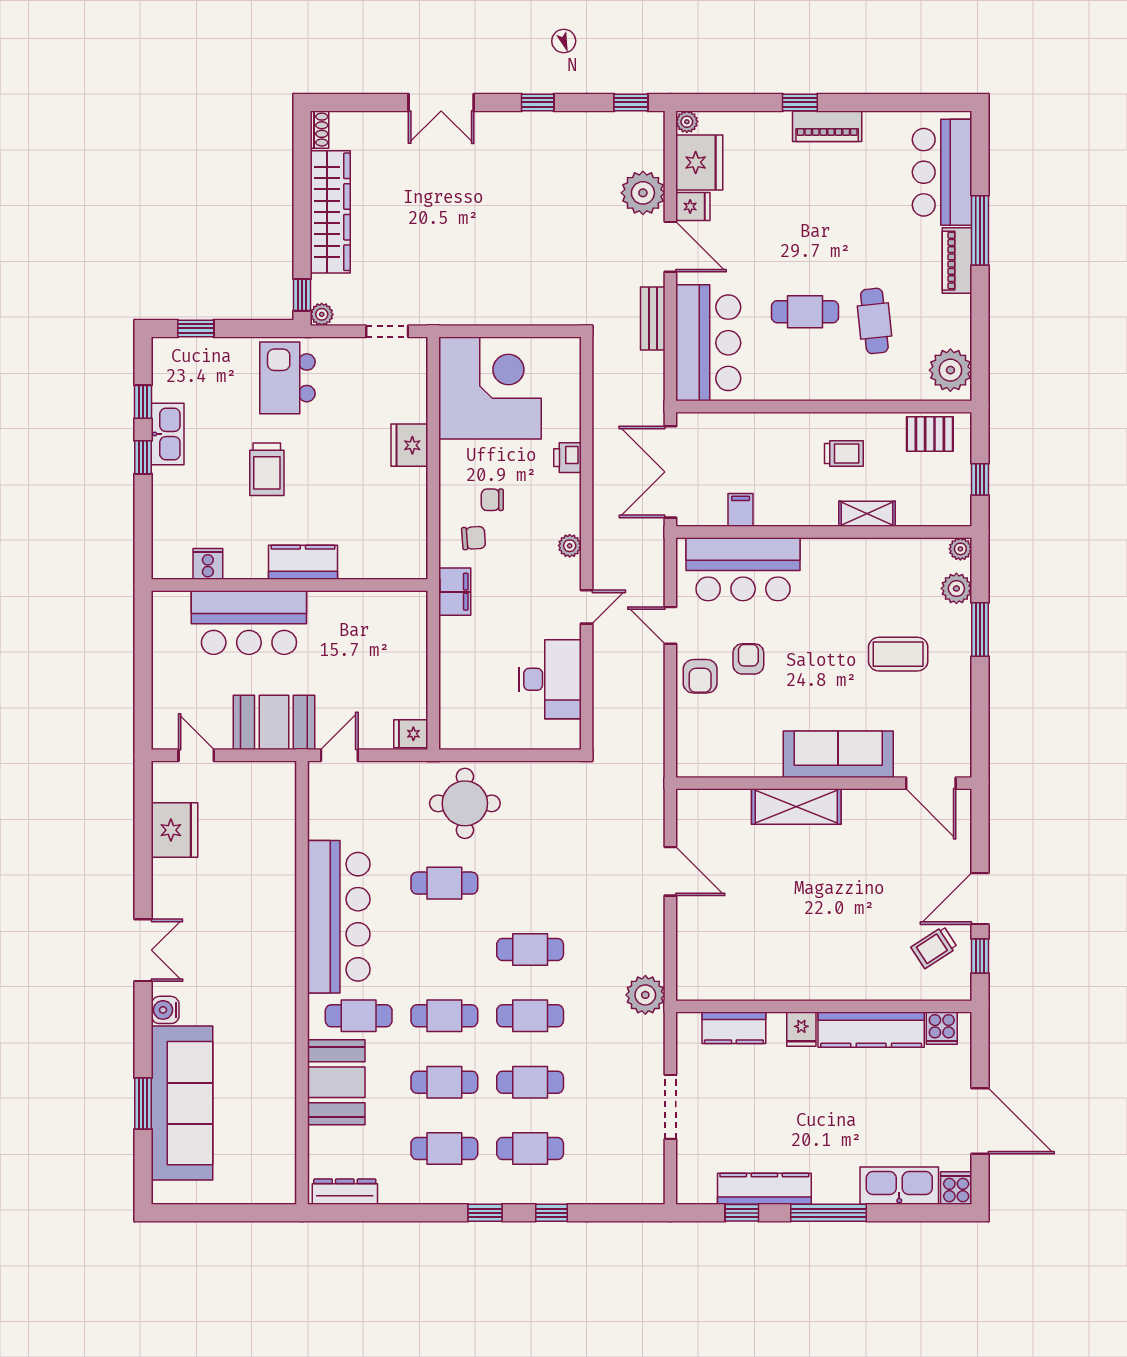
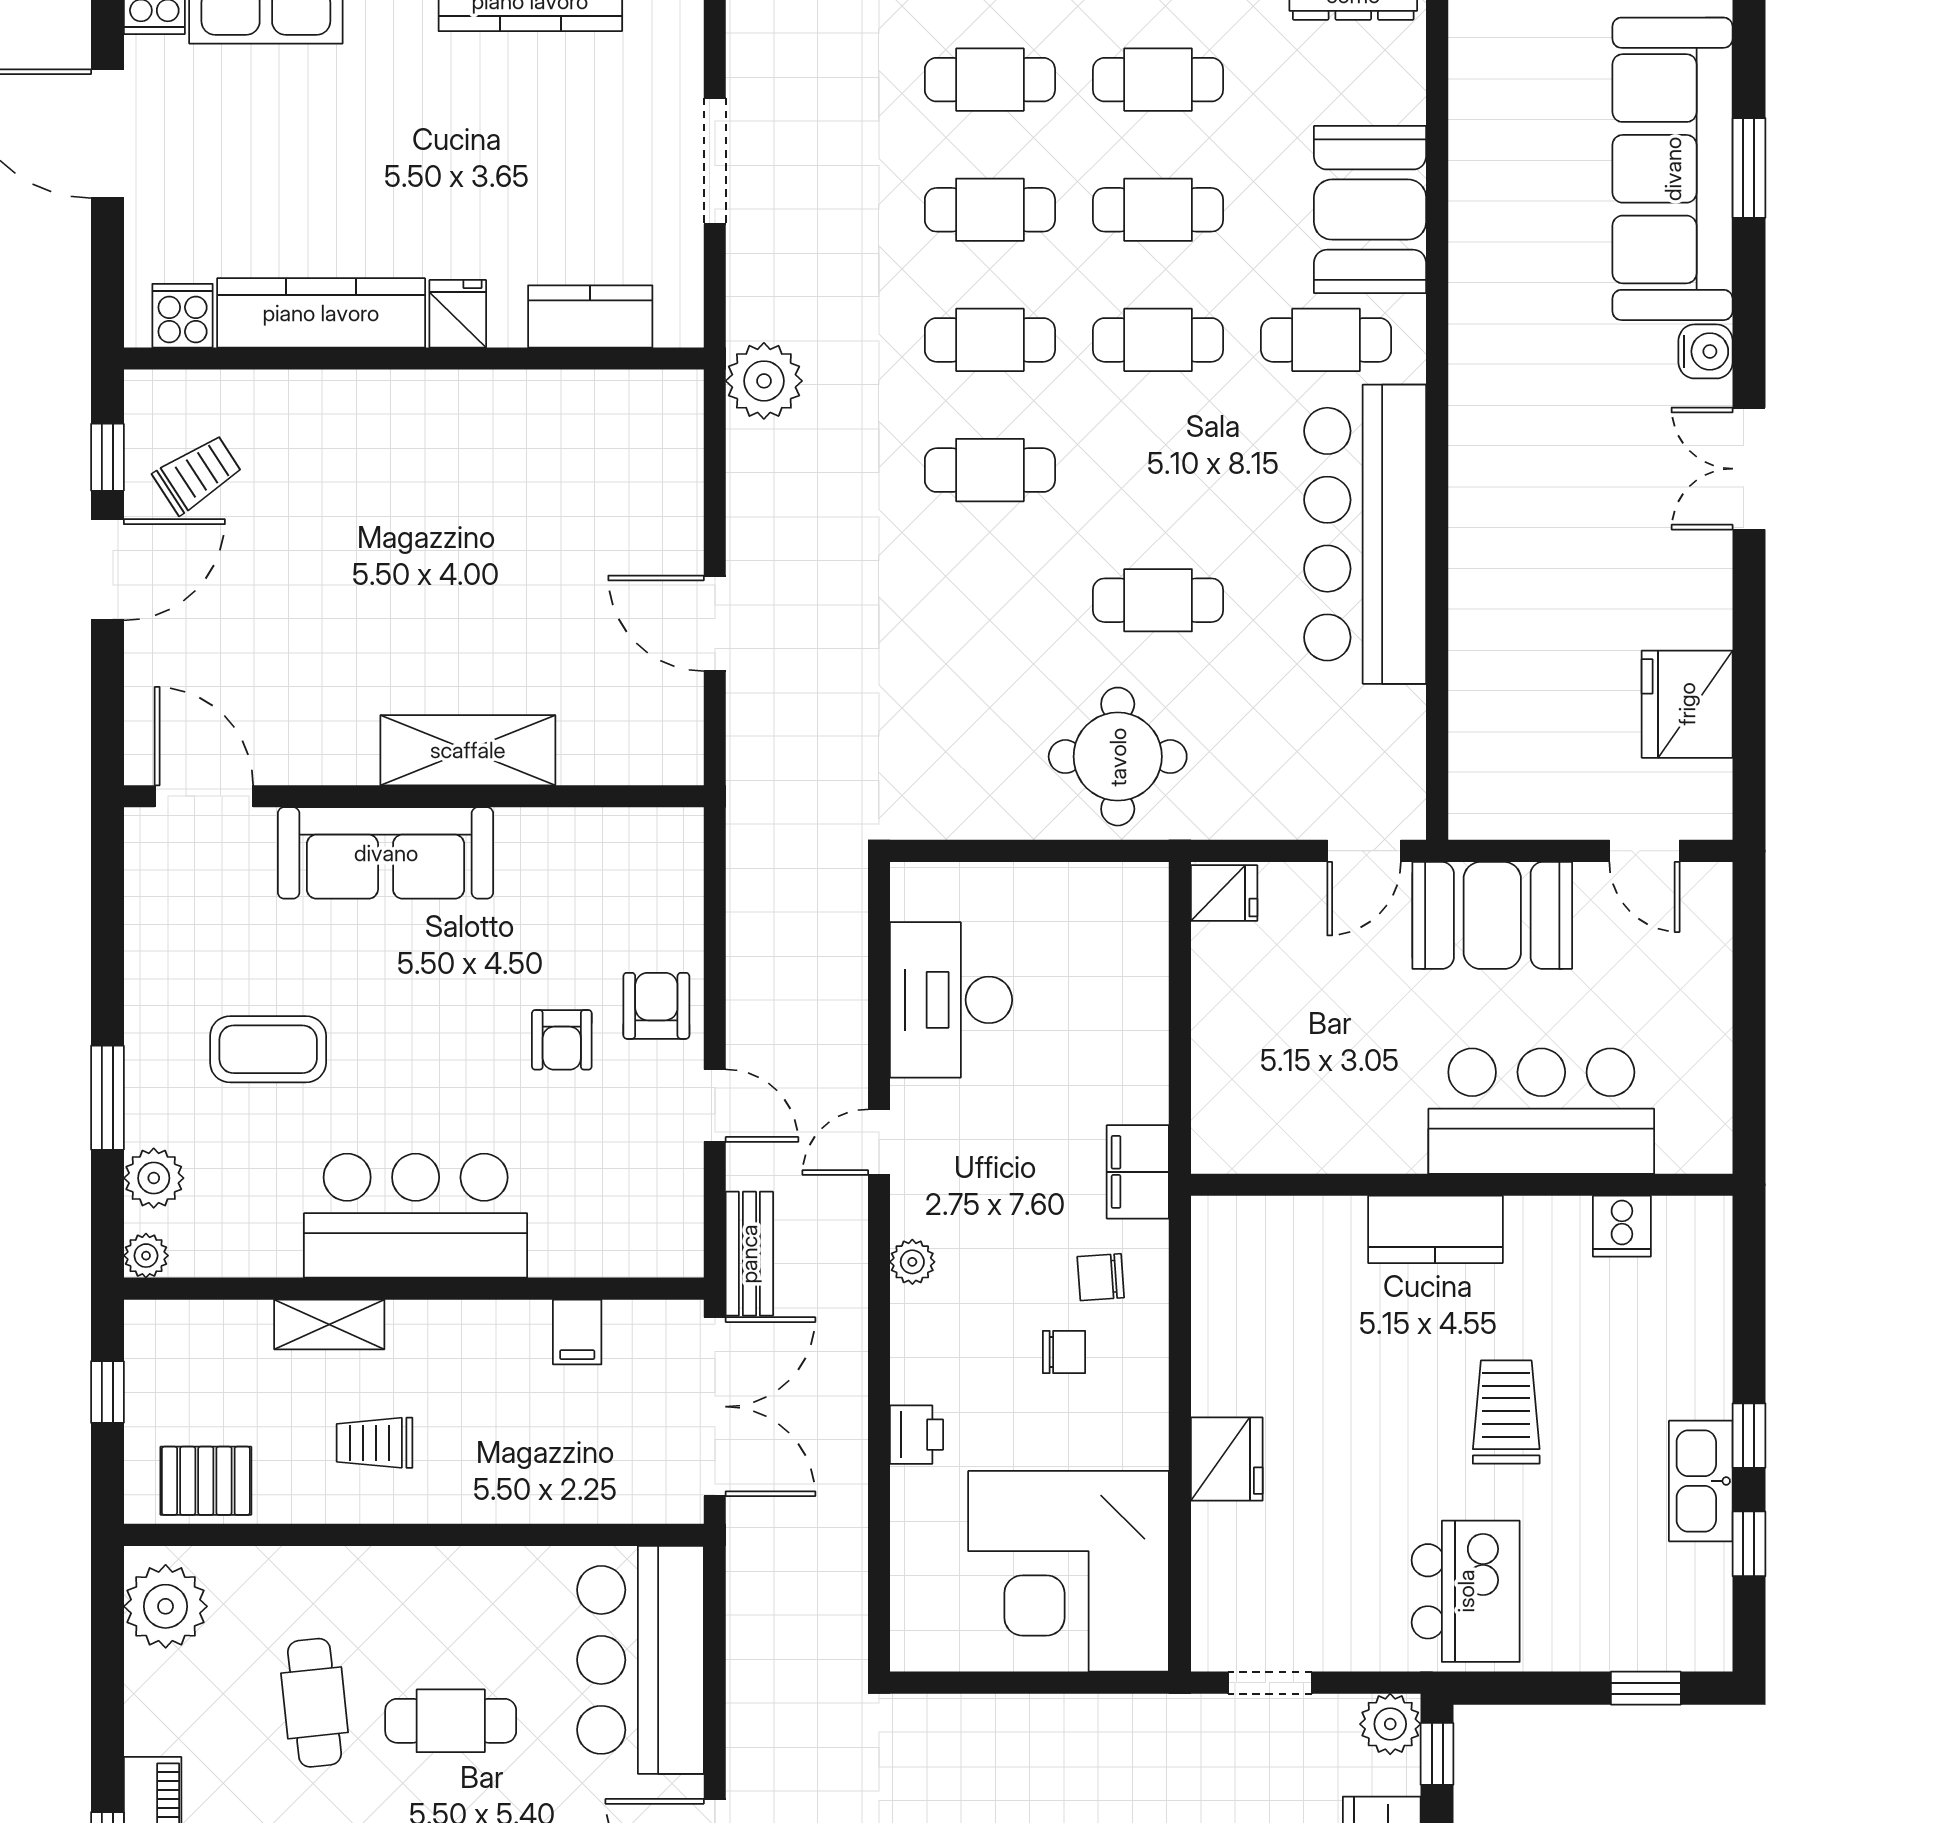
plant: (322, 314) -> (1390, 1724), width x1.38, depth x1.38
bench: (653, 319) -> (749, 1254), moved
bar counter: (743, 569) -> (416, 1216), moved

